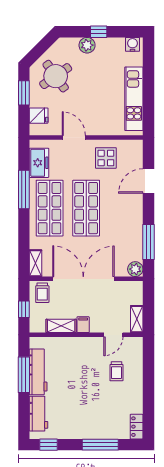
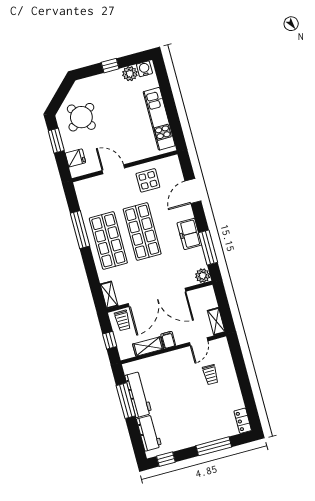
plant: (87, 45) -> (130, 74), moved
freezer: (39, 163) -> (189, 234), moved, turned 180
double door: (83, 279) -> (157, 297), swing flipped

